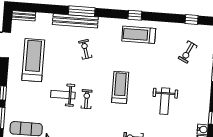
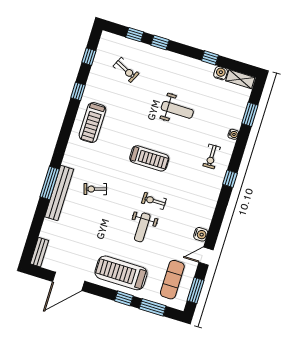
window: (135, 15) -> (78, 91), moved
treadmill: (33, 60) -> (121, 273), moved
treadmill: (120, 87) -> (149, 158), turned 180

